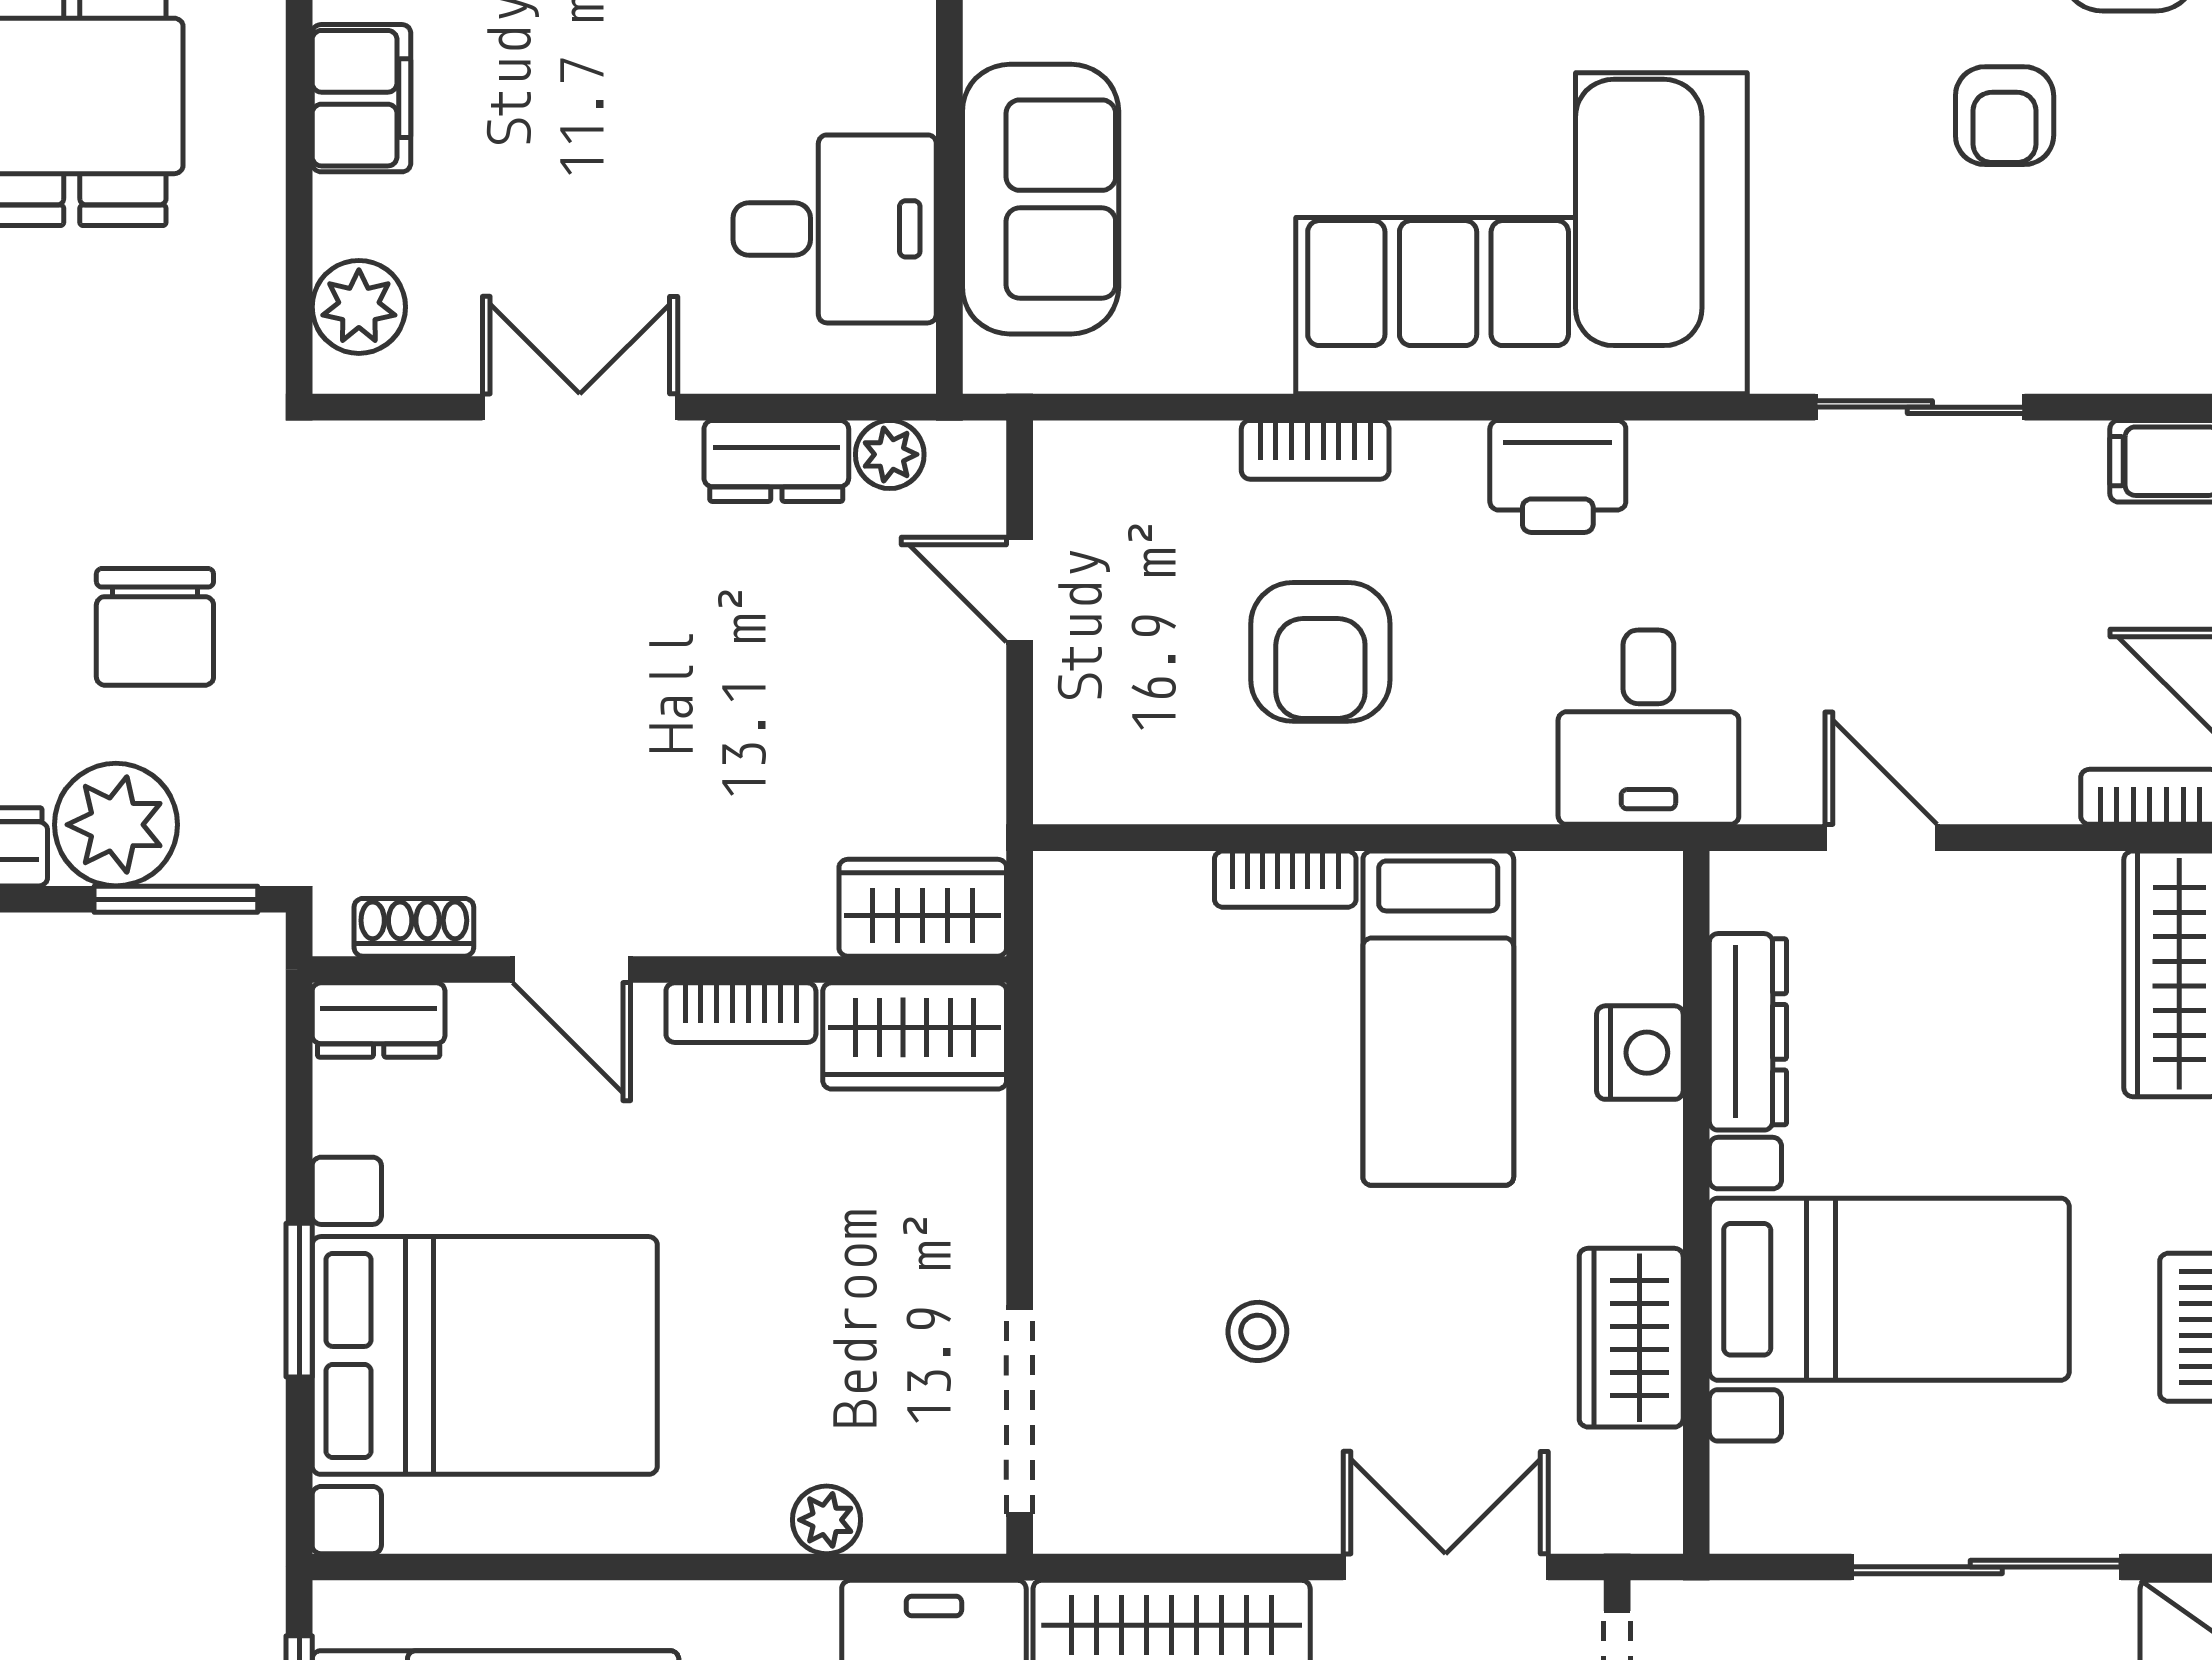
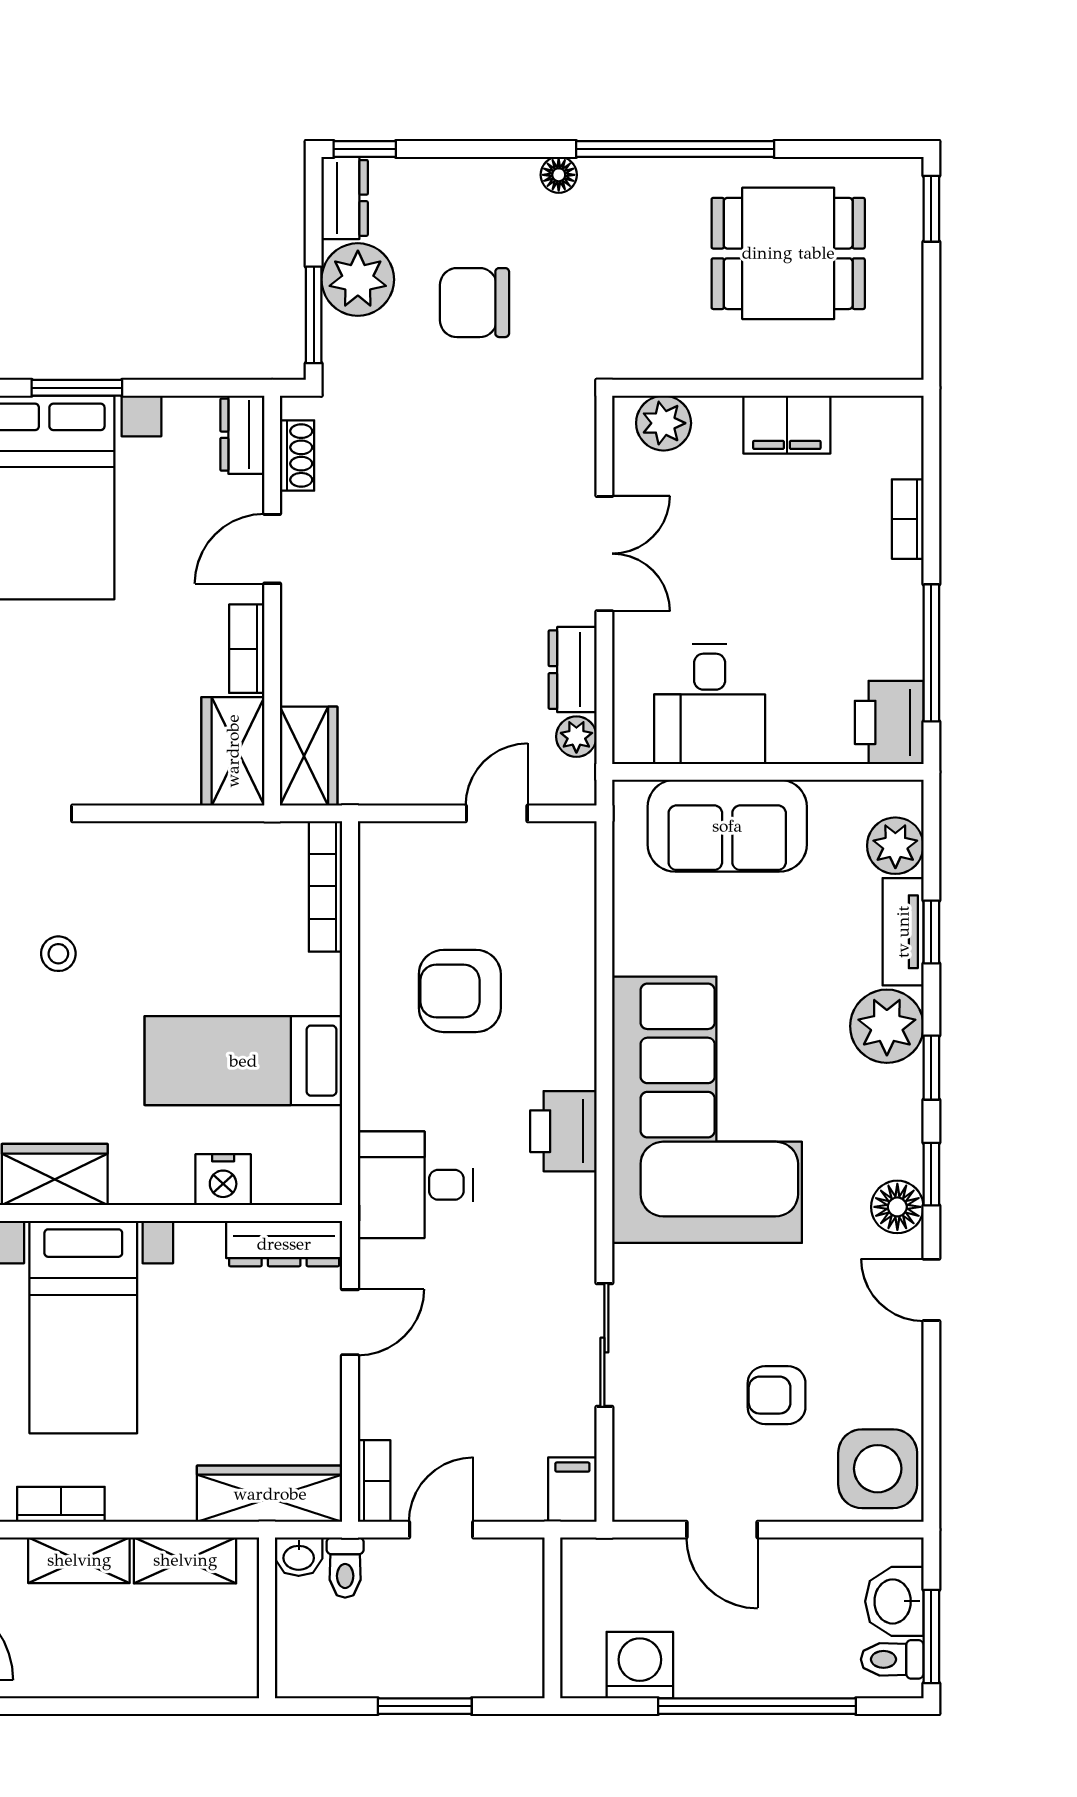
bookcase: (1315, 450) -> (579, 988), removed
bookcase: (1285, 879) -> (326, 886), moved, width x1.56
dresser: (1748, 1032) -> (284, 1244), moved

